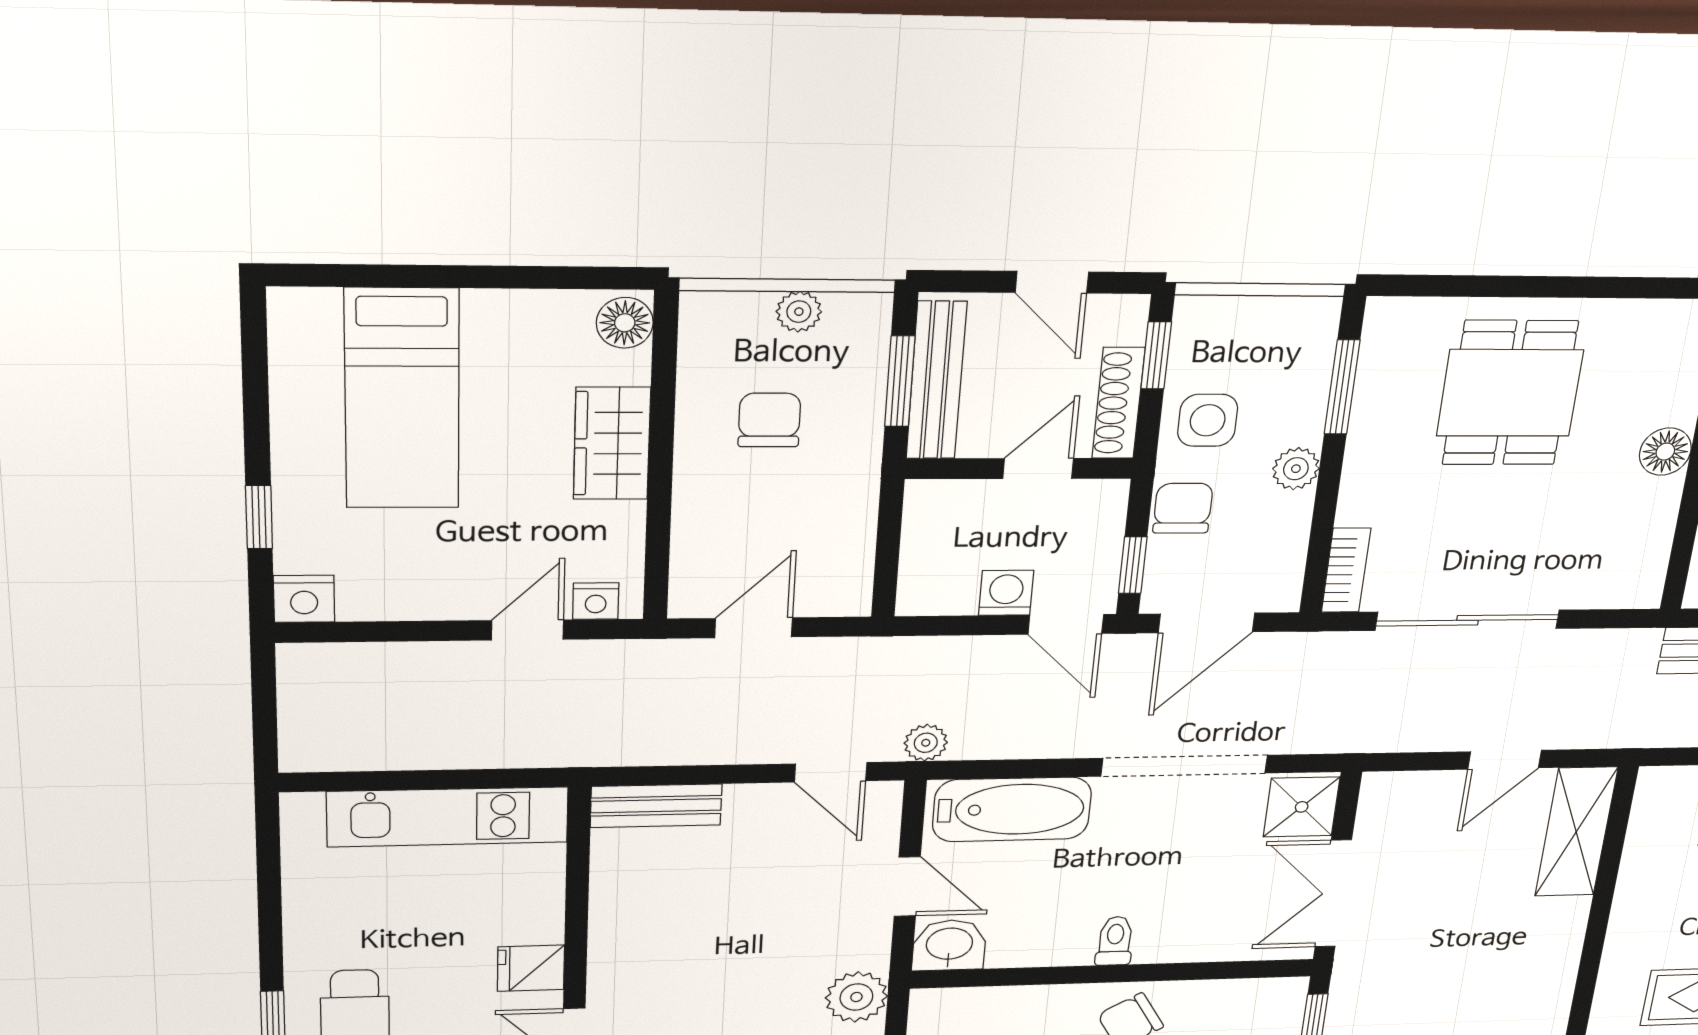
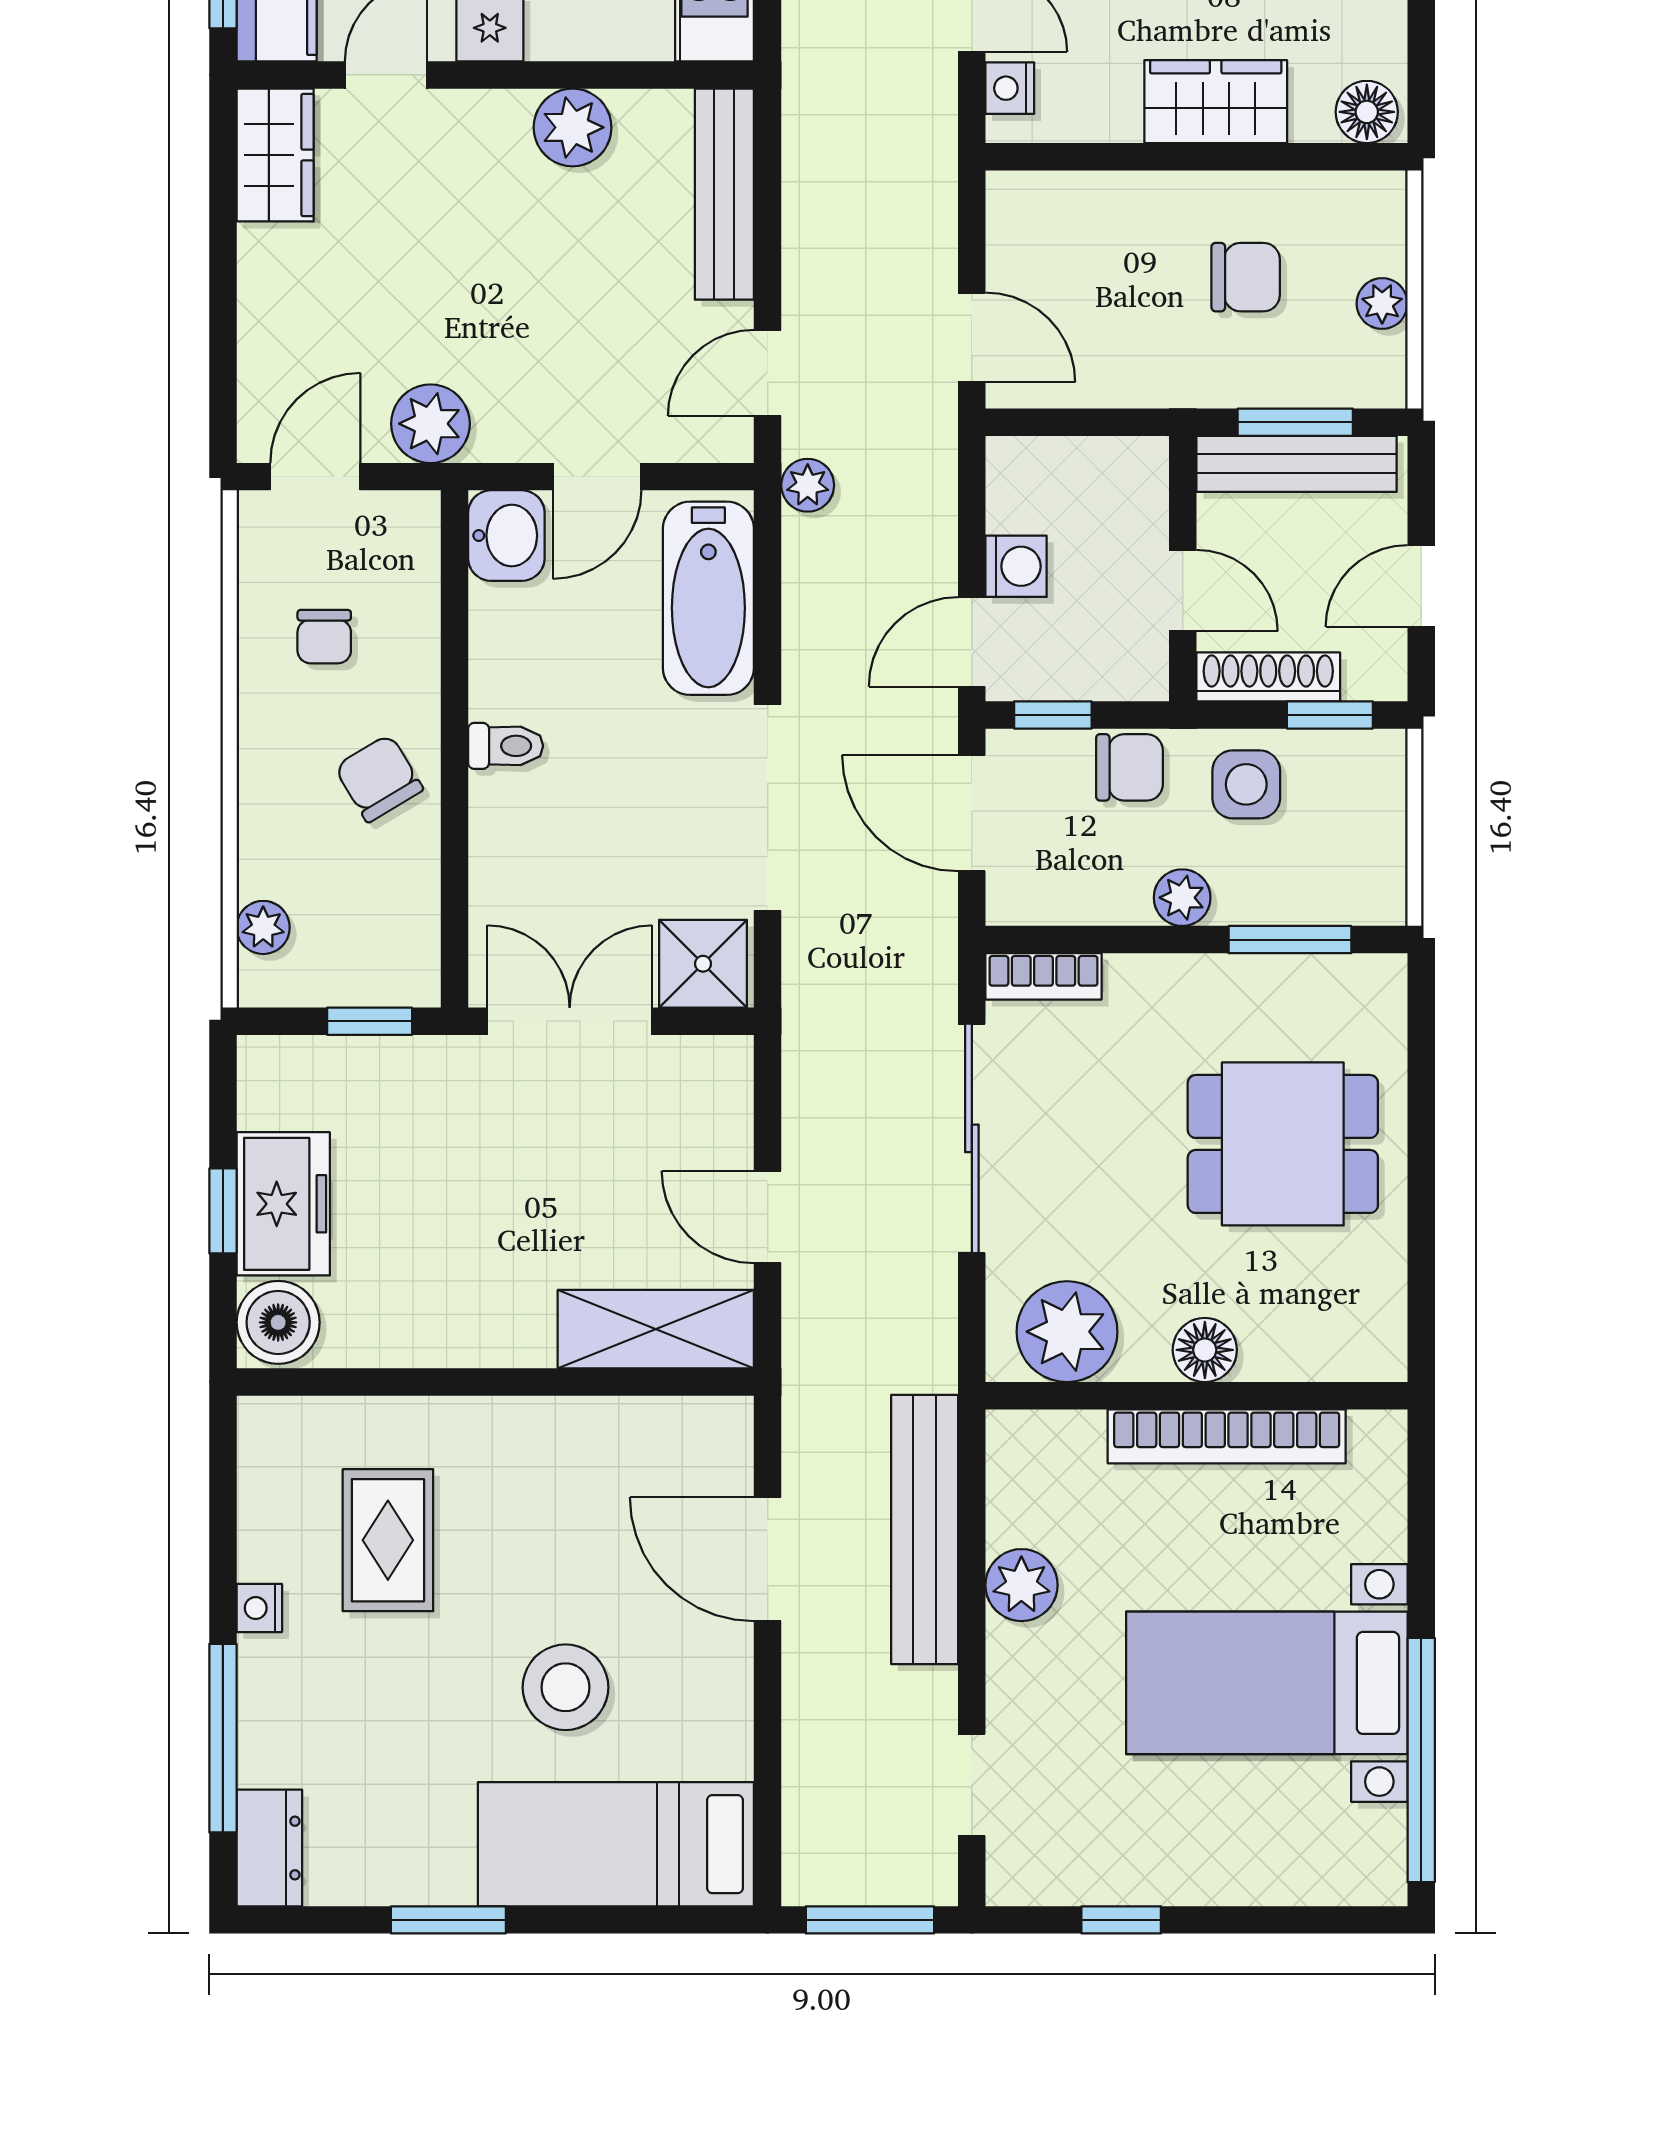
plant: (1632, 551) -> (1067, 1332), added
door: (754, 628) -> (972, 337), moved
bench: (656, 806) -> (724, 194), width x1.36
plant: (620, 910) -> (573, 127), added

